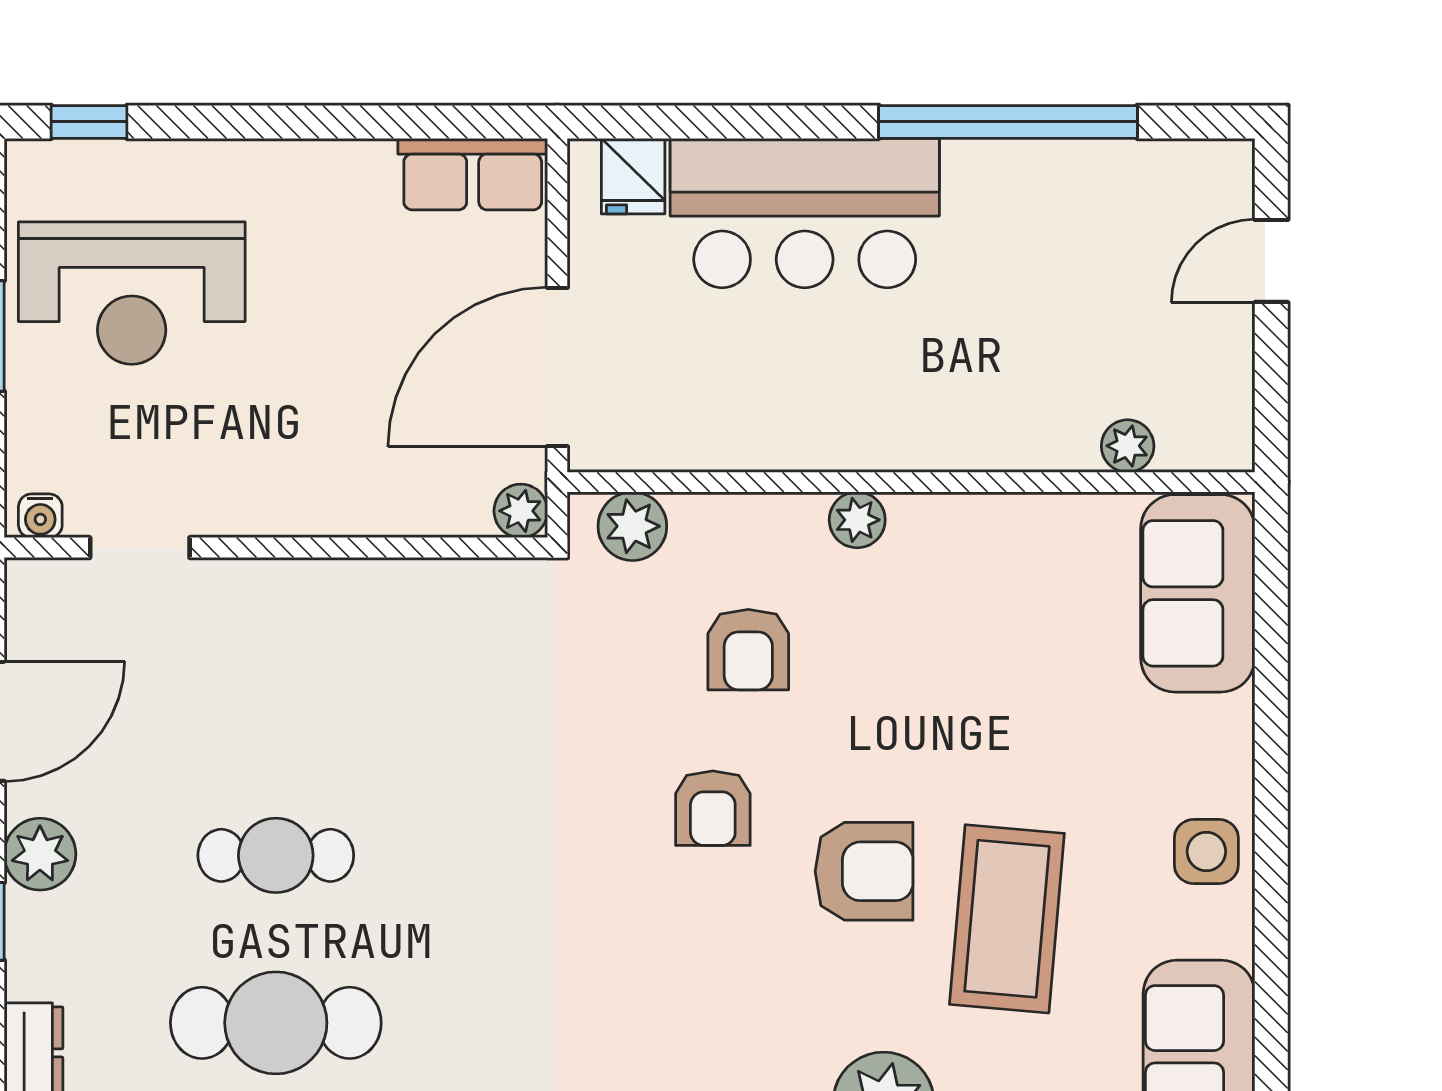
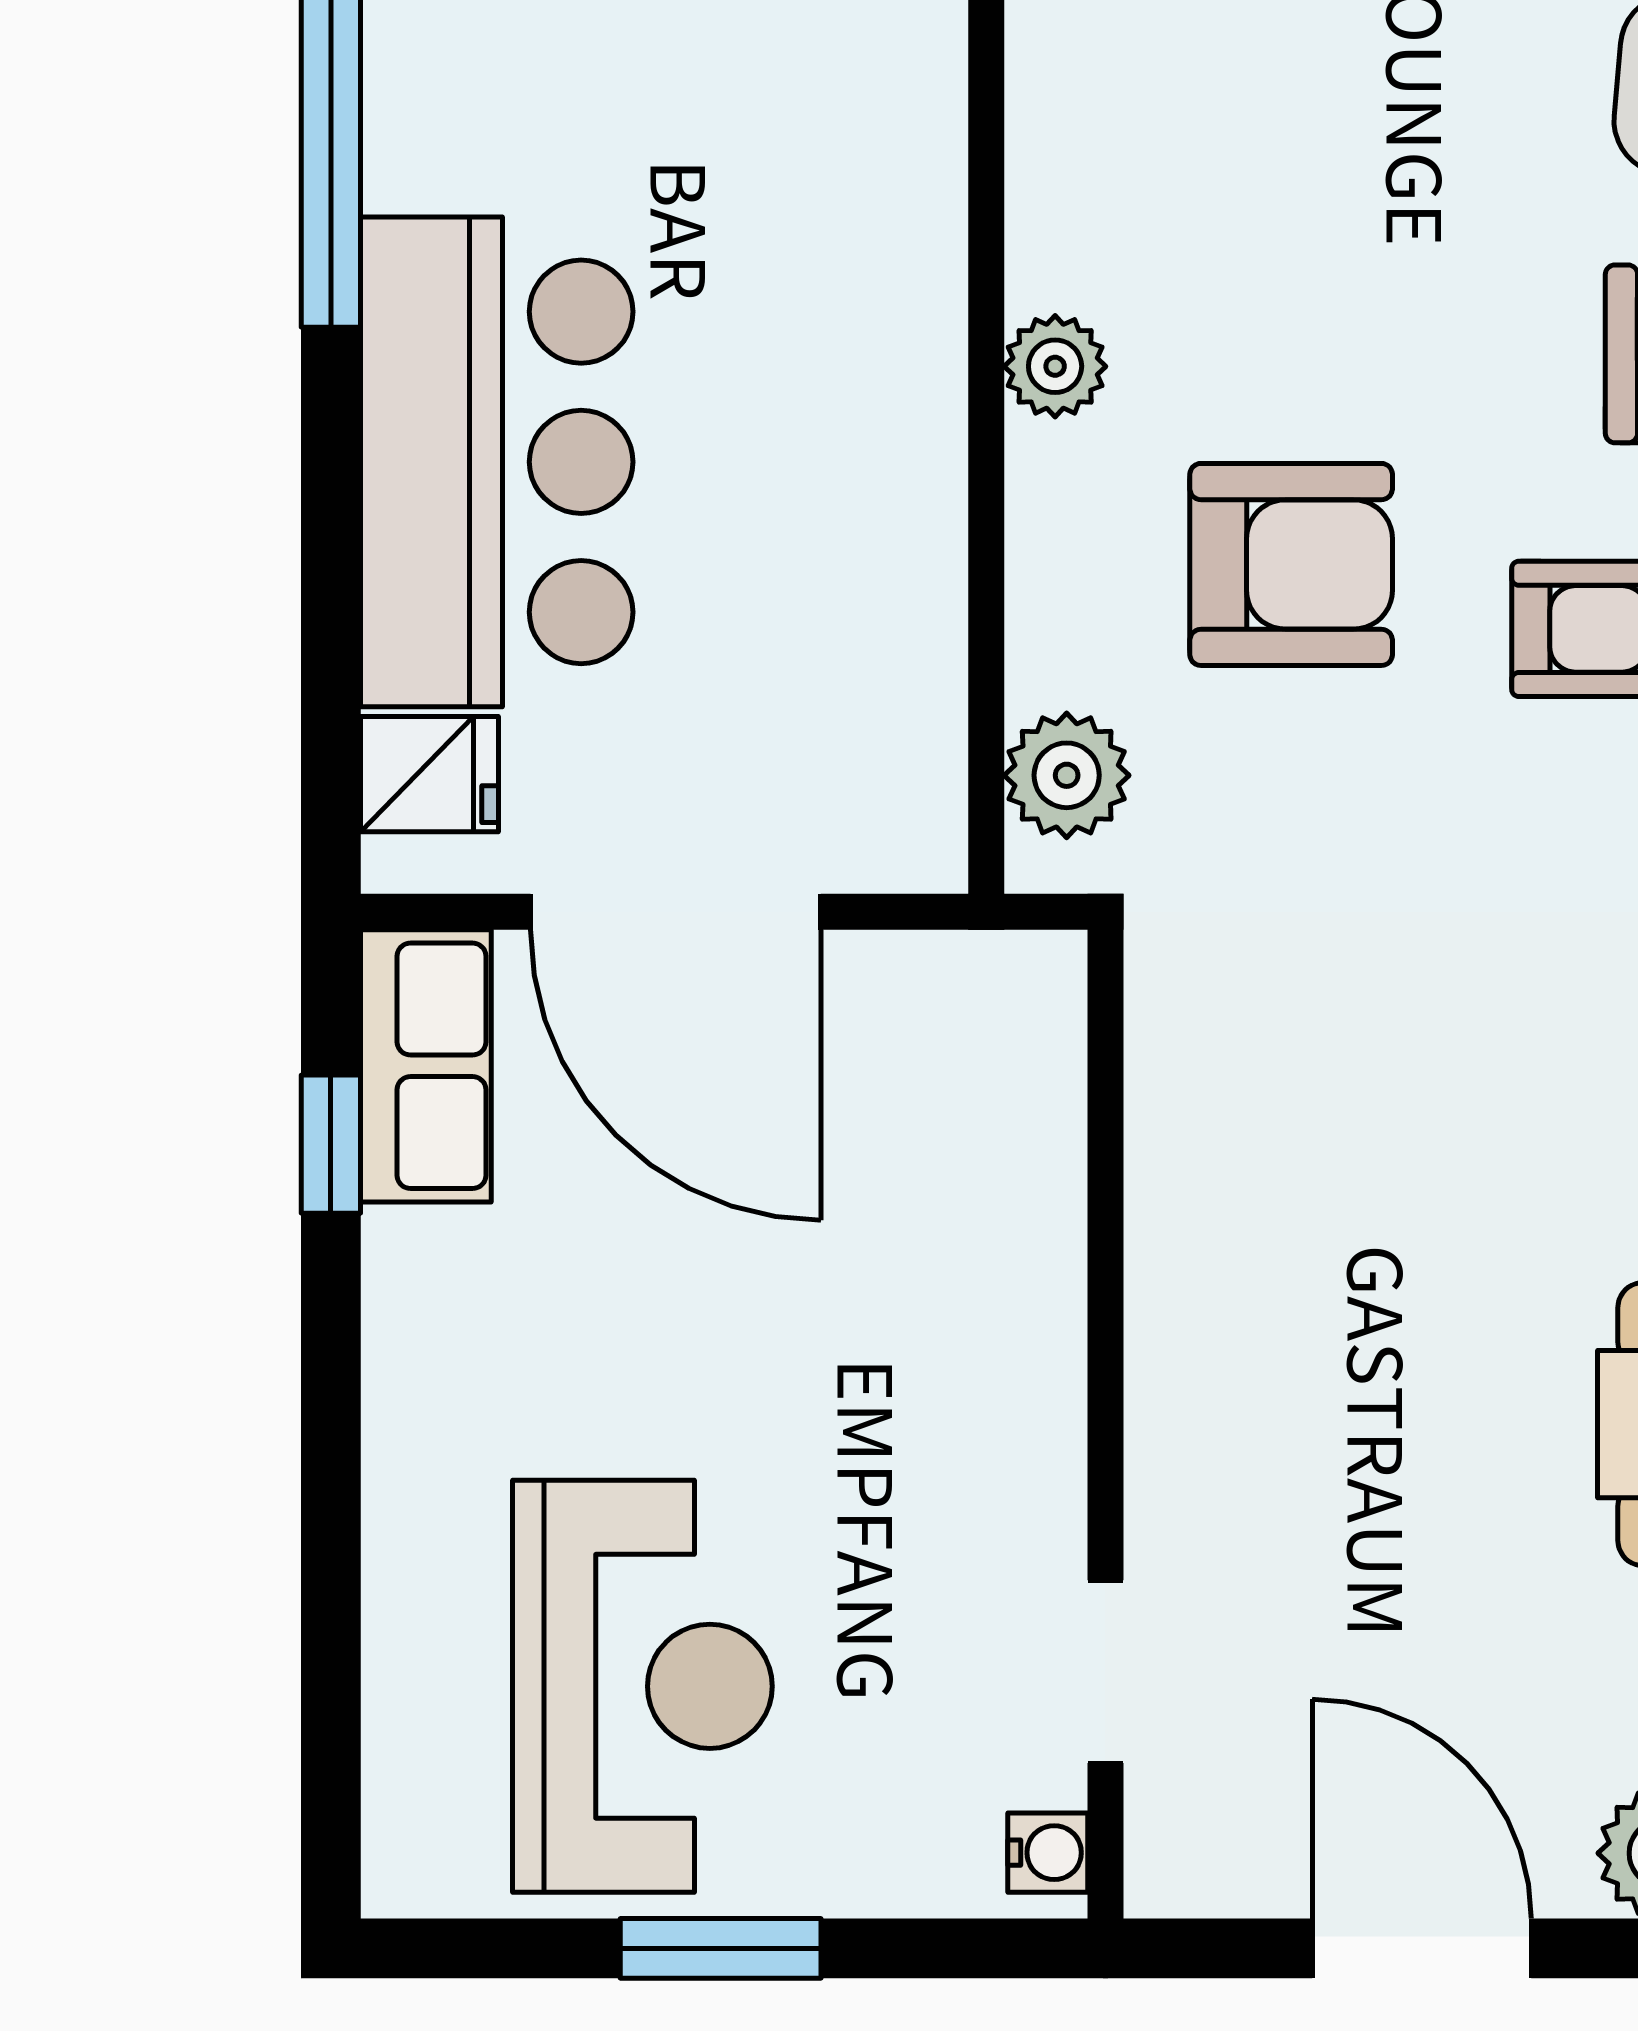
window: (89, 122) -> (331, 1144), moved
door: (557, 367) -> (676, 912), moved
plant: (521, 511) -> (1039, 978), removed
armchair: (748, 650) -> (1291, 564), width x1.38, depth x1.38

